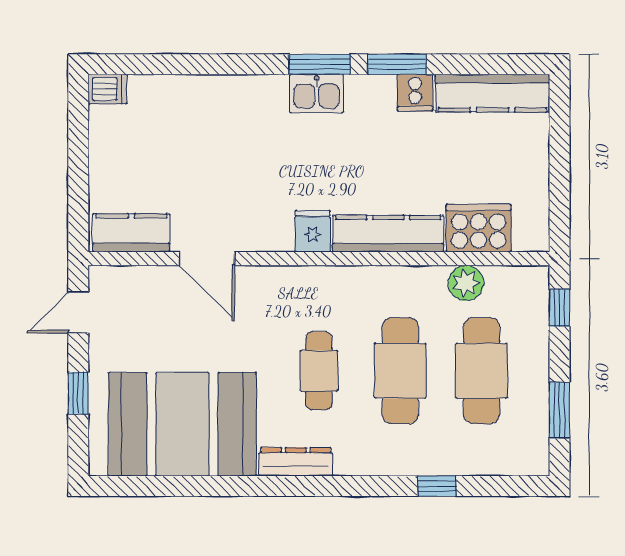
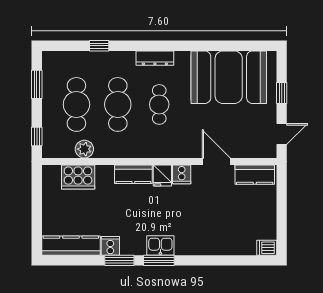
cooker: (275, 233) -> (182, 174), added
kitchen counter: (388, 234) -> (133, 174), width x0.67
dresser: (296, 462) -> (155, 58), moved

